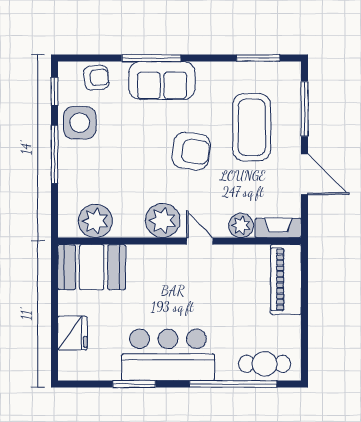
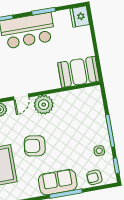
side table: (80, 123) -> (99, 151), width x0.54, depth x0.54
plant: (95, 221) -> (81, 98), removed
door: (200, 241) -> (21, 97), hinge flipped
fridge: (73, 333) -> (80, 17), moved

